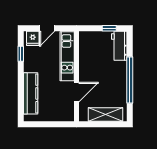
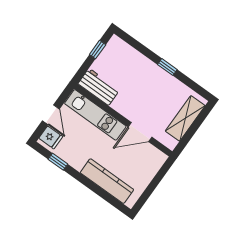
workbench: (119, 46) -> (99, 87), moved, turned 180
window: (130, 80) -> (167, 67), width x0.32
door: (76, 92) -> (140, 132), swing flipped

